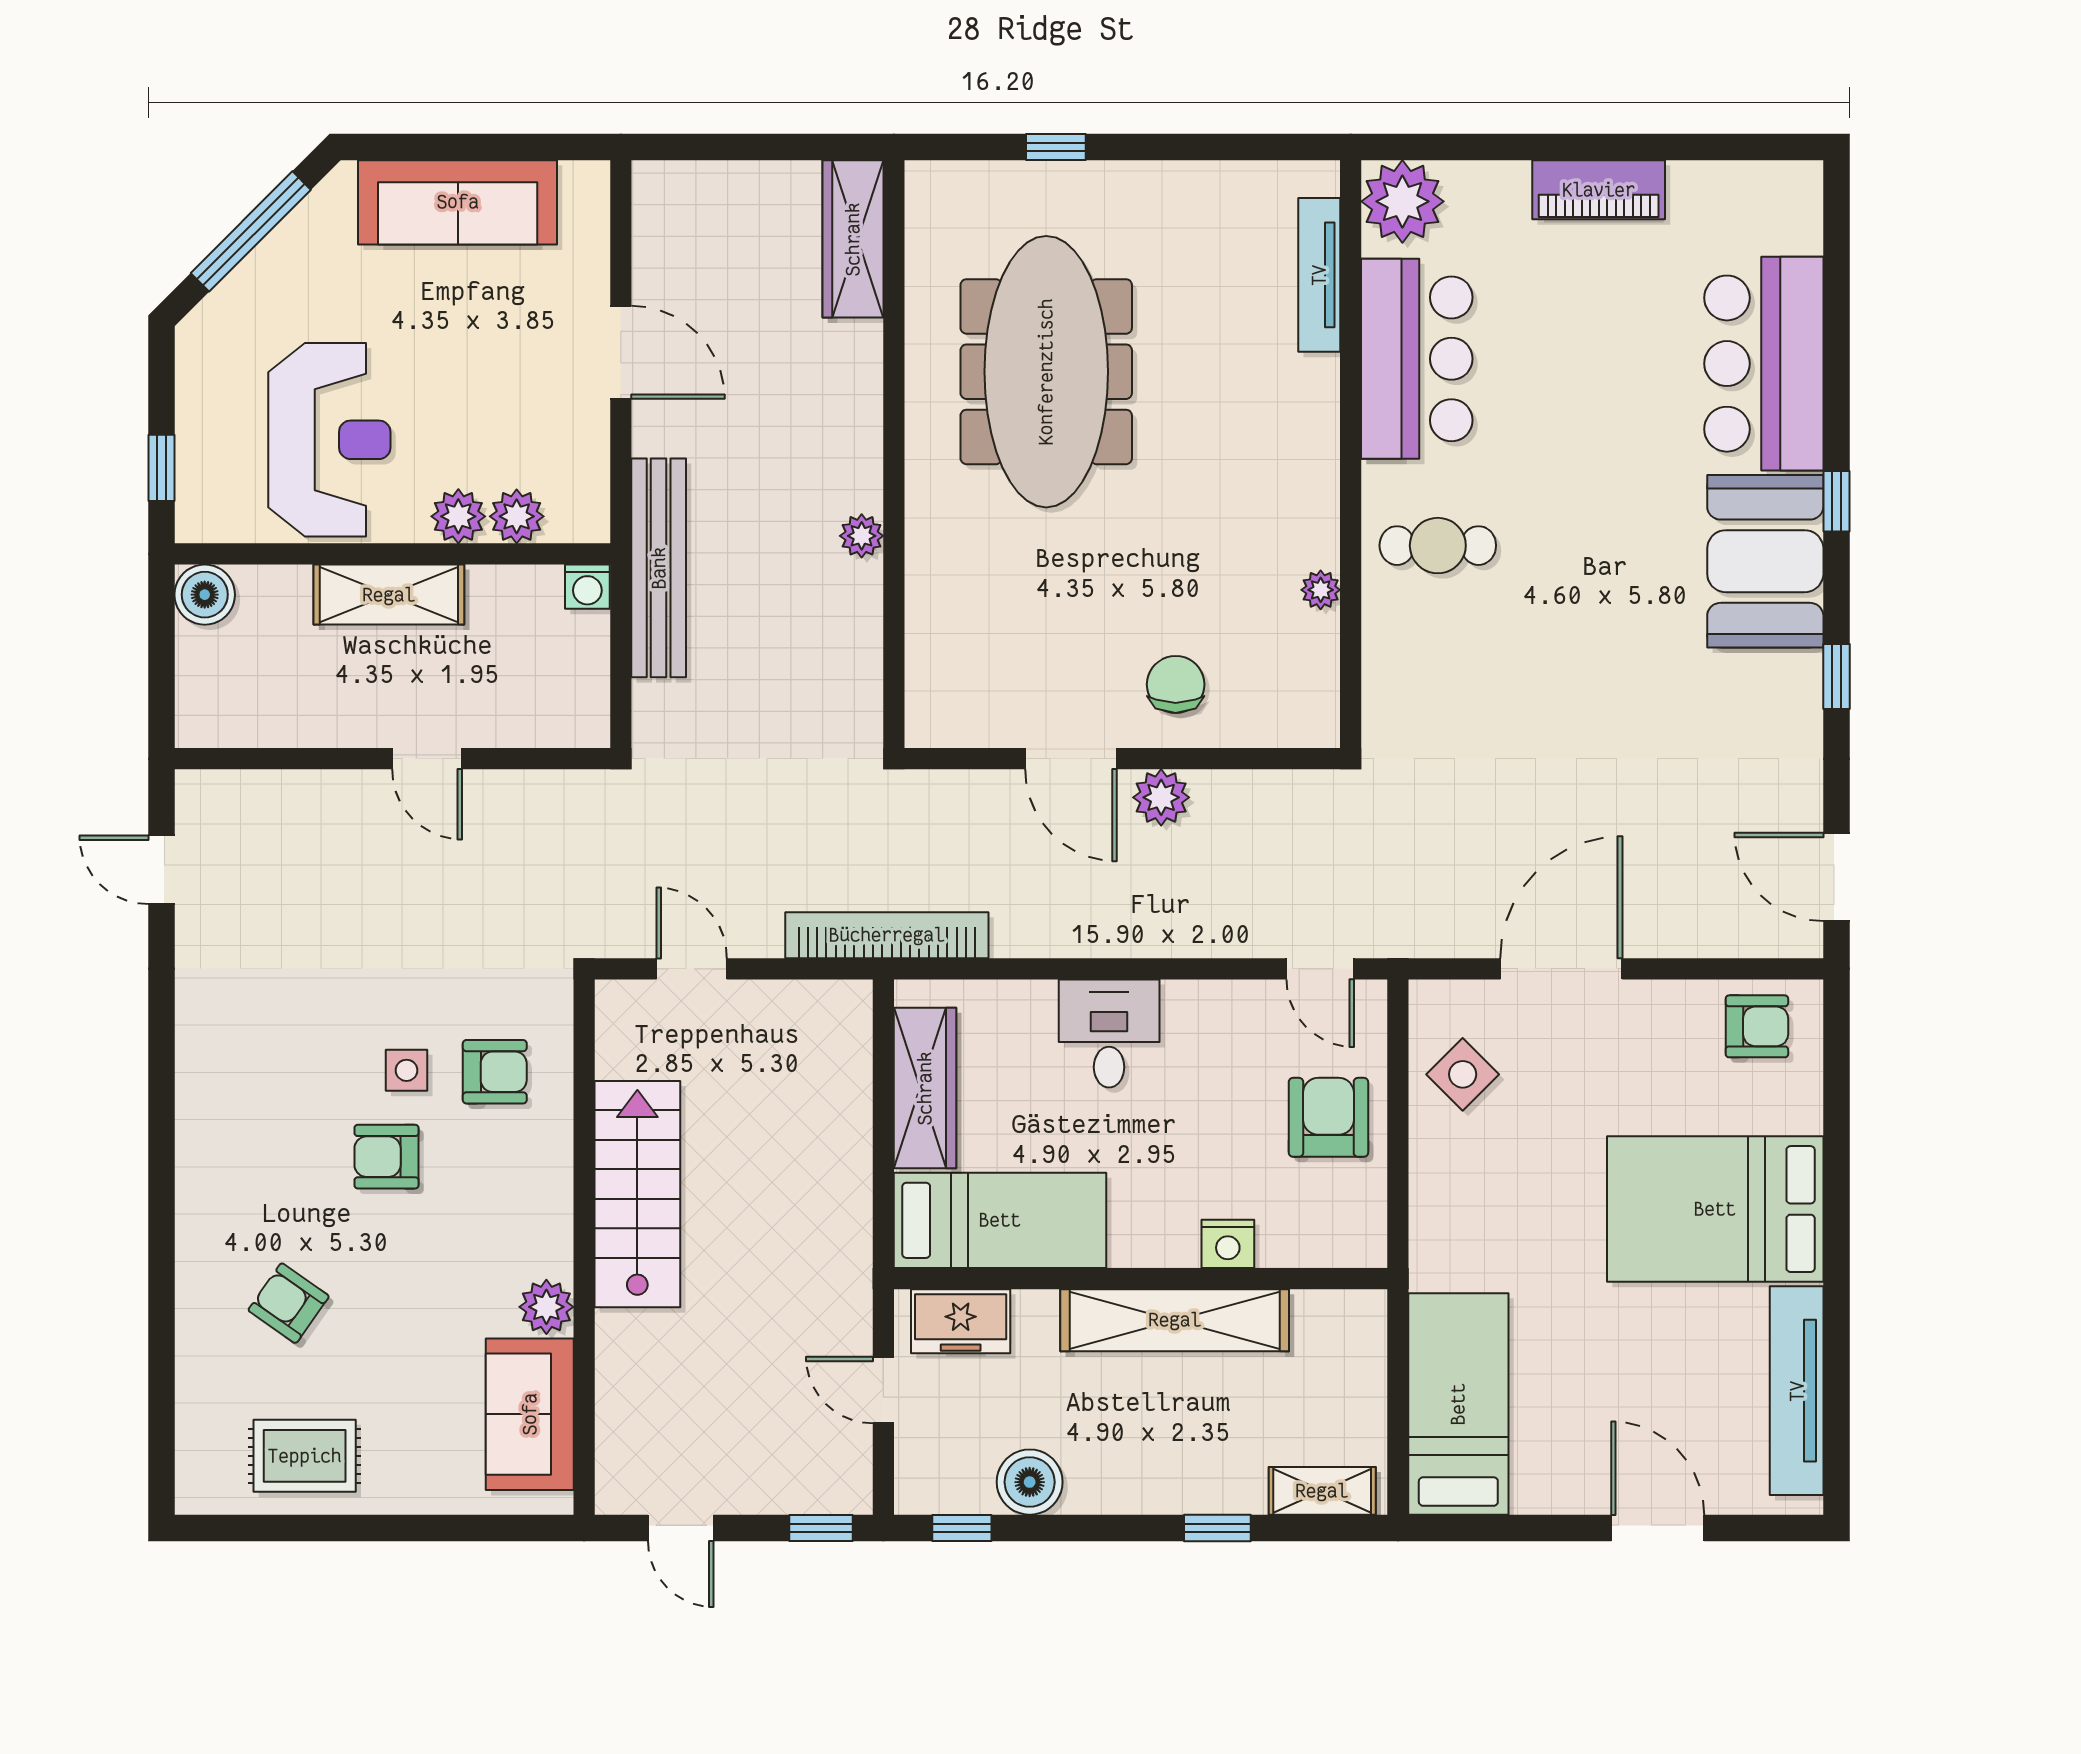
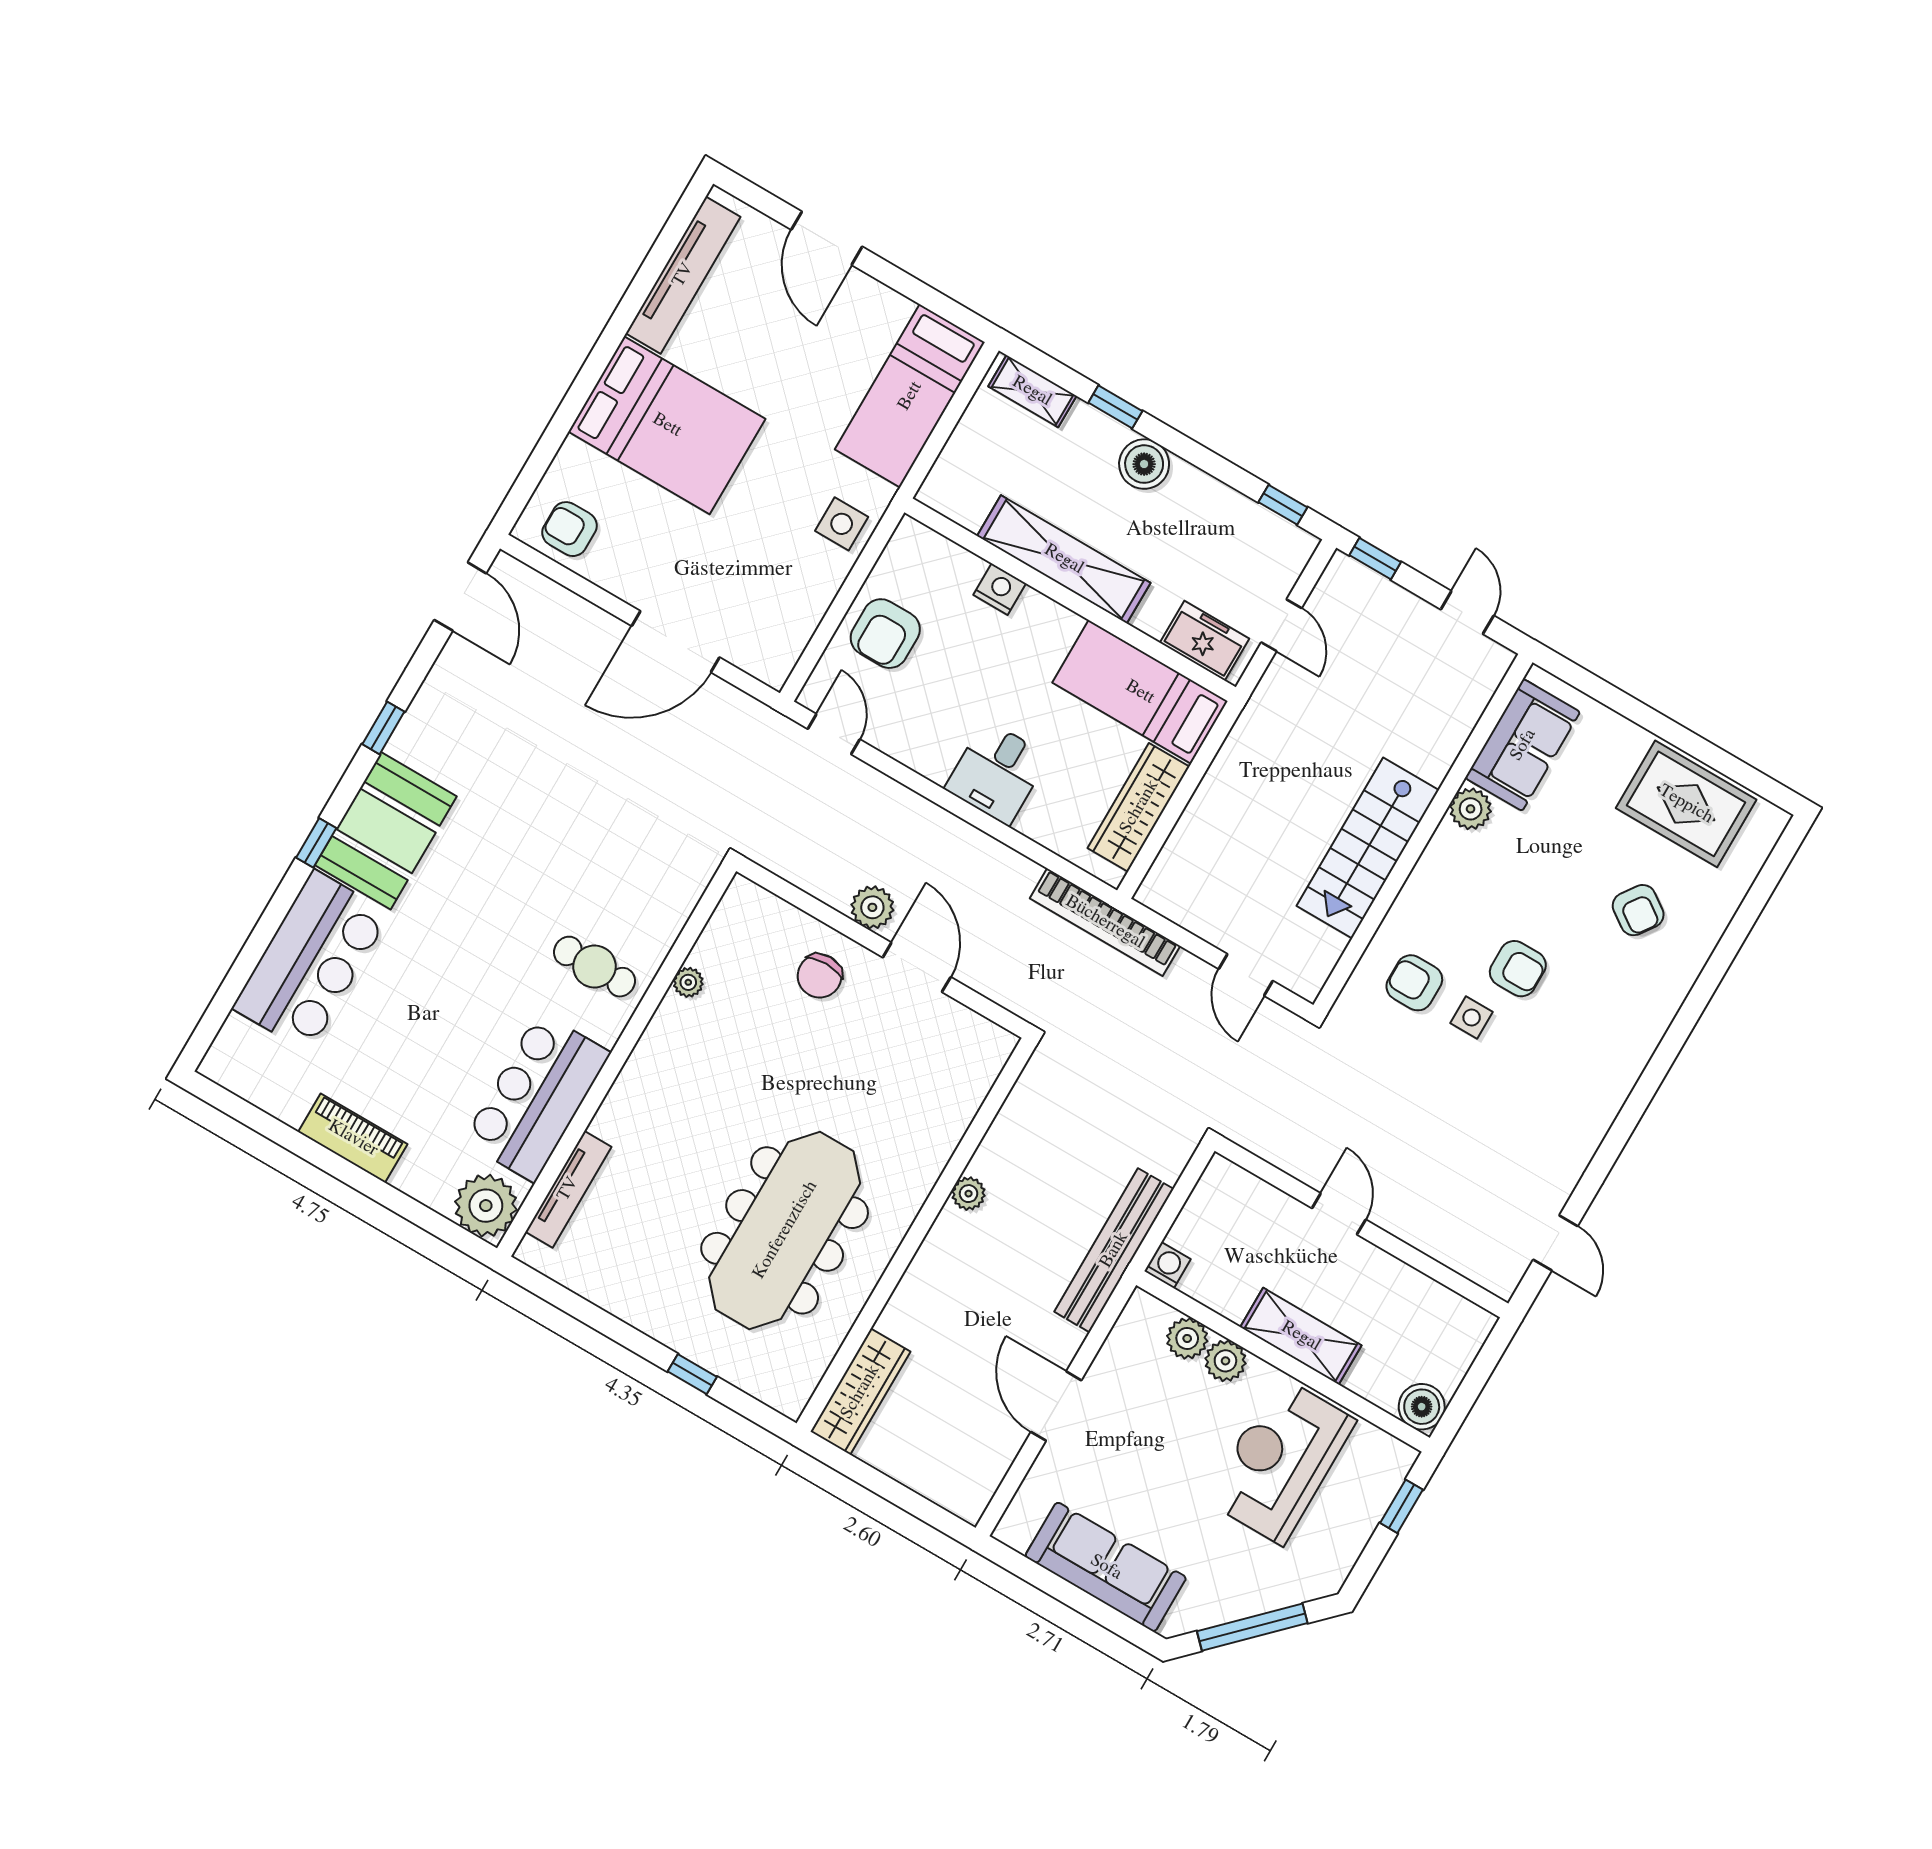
side table: (1463, 1074) -> (842, 524), moved, turned 45
rug: (305, 1456) -> (1686, 804), width x1.36, depth x1.43
boiler: (1030, 1482) -> (1144, 464), moved

